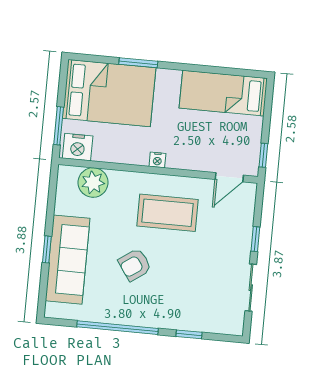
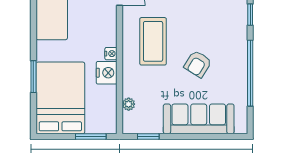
nightstand: (78, 147) -> (107, 73), moved
plant: (93, 182) -> (129, 104), width x0.53, depth x0.53
window: (47, 249) -> (148, 136), moved
armchair: (135, 265) -> (198, 64), turned 67

